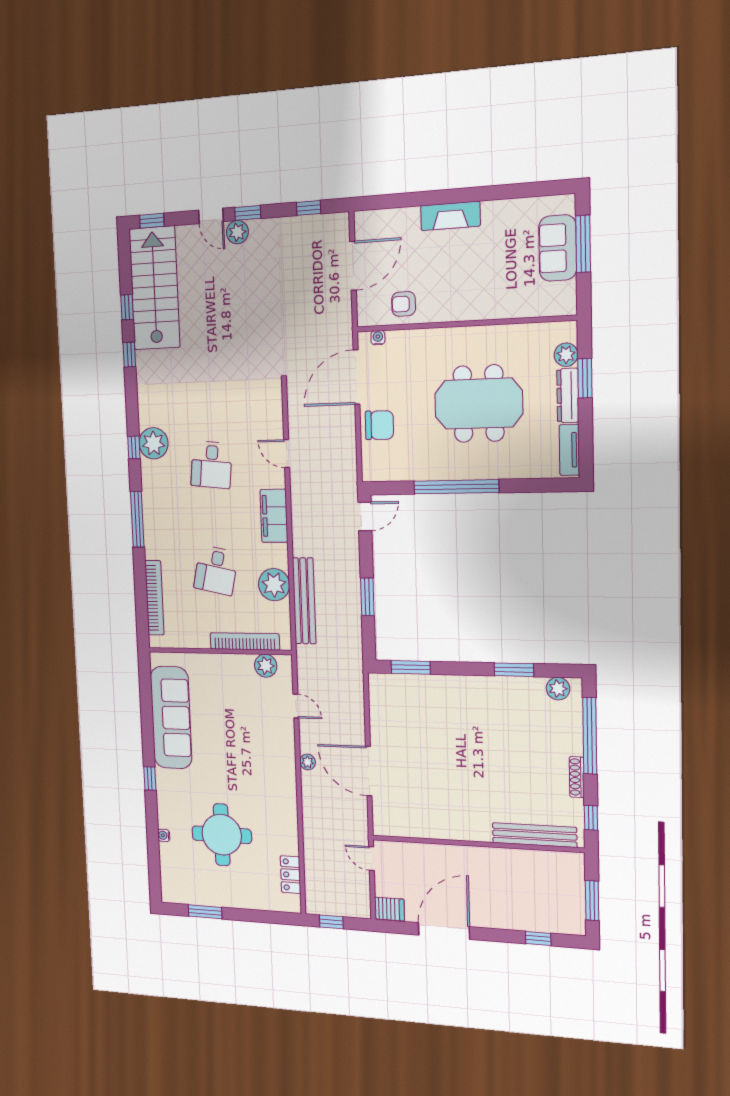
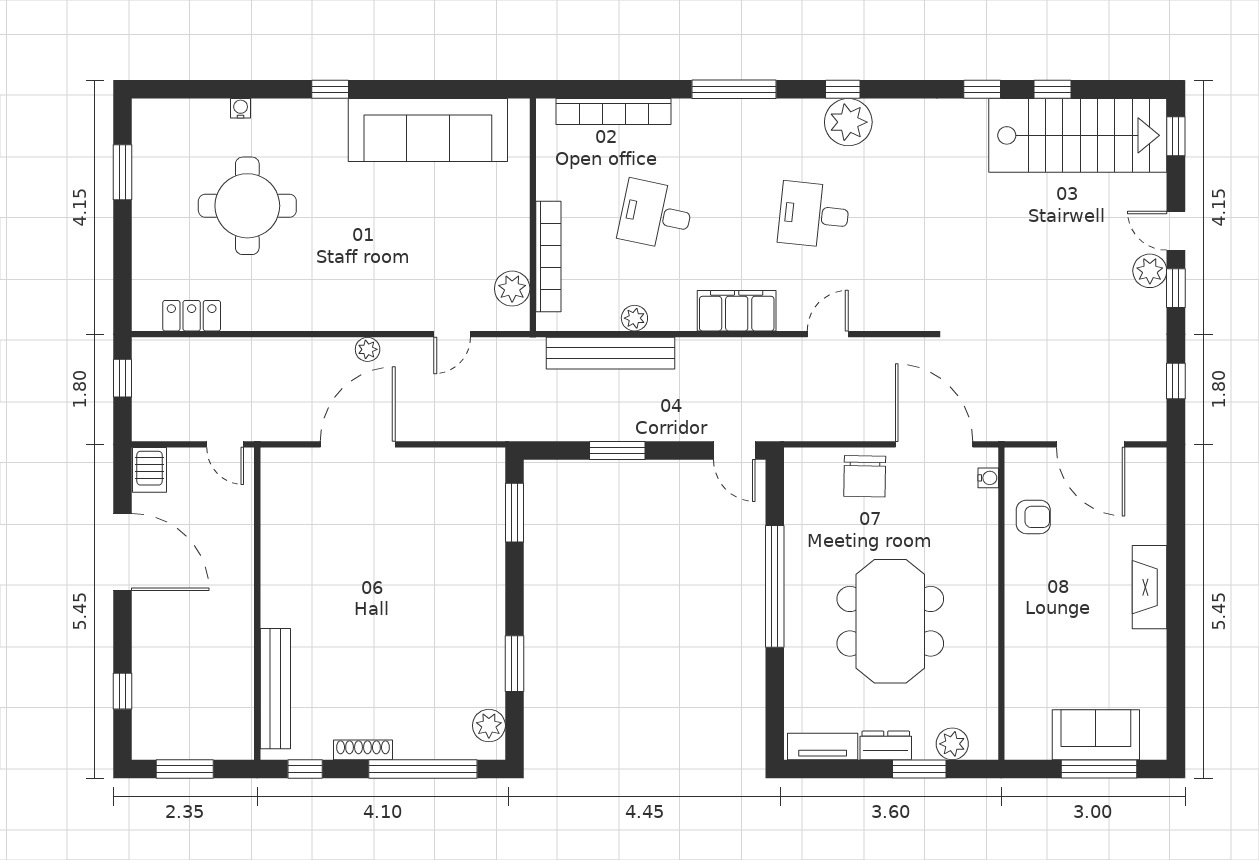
door: (211, 216) -> (1176, 231), hinge flipped
armchair: (404, 304) -> (1033, 517), turned 90
dresser: (568, 395) -> (886, 745), width x0.70
plant: (274, 585) -> (634, 318), width x0.53, depth x0.53
door: (371, 859) -> (225, 444), swing flipped

